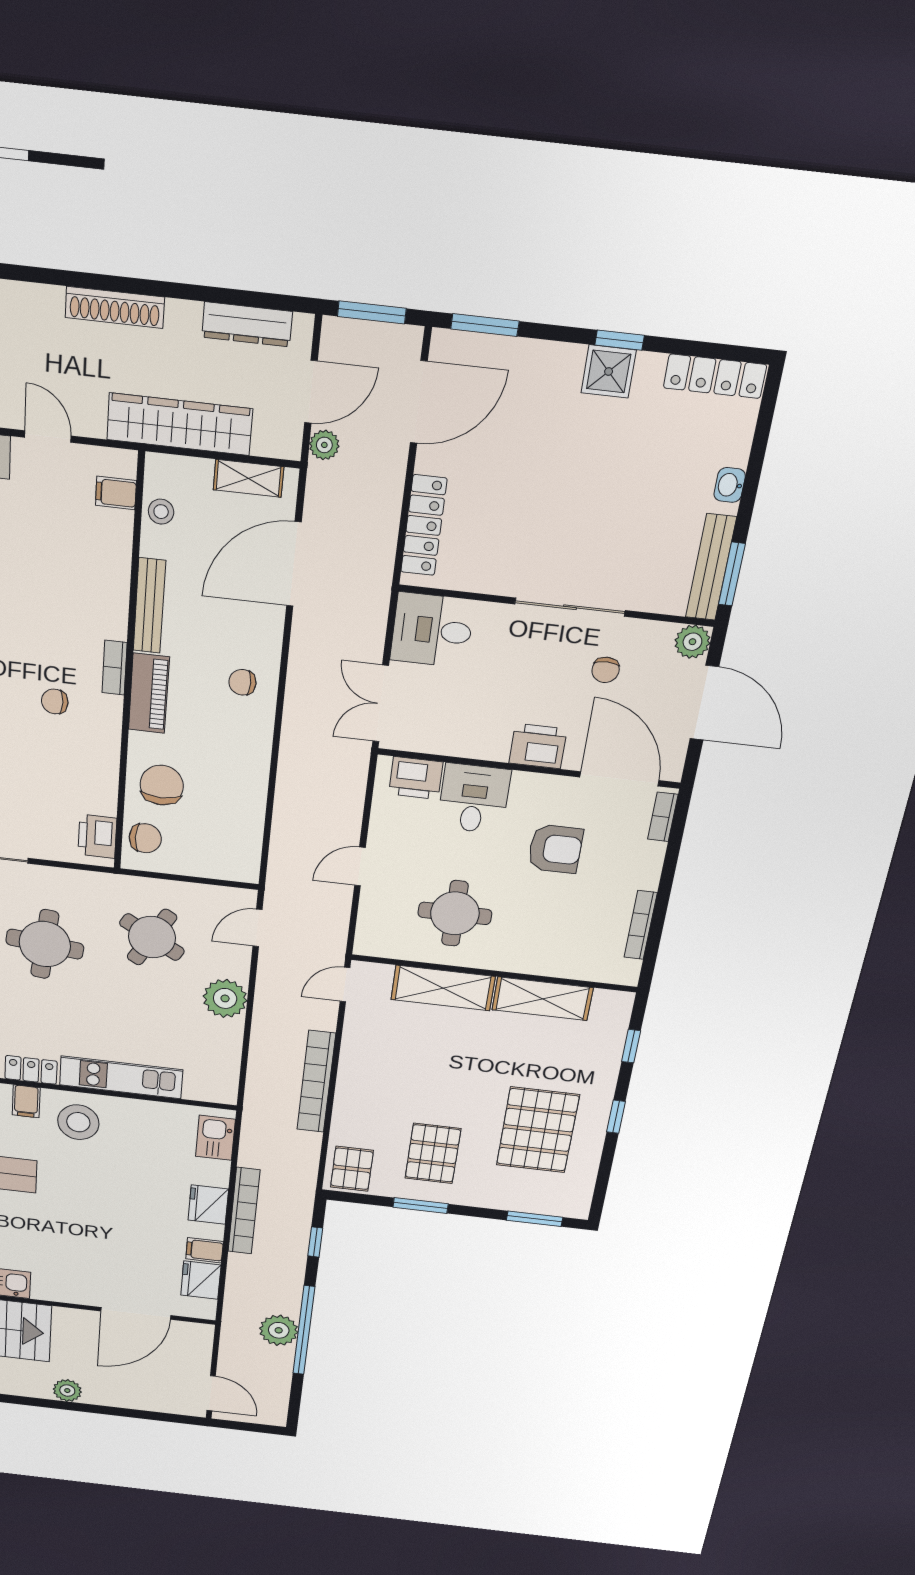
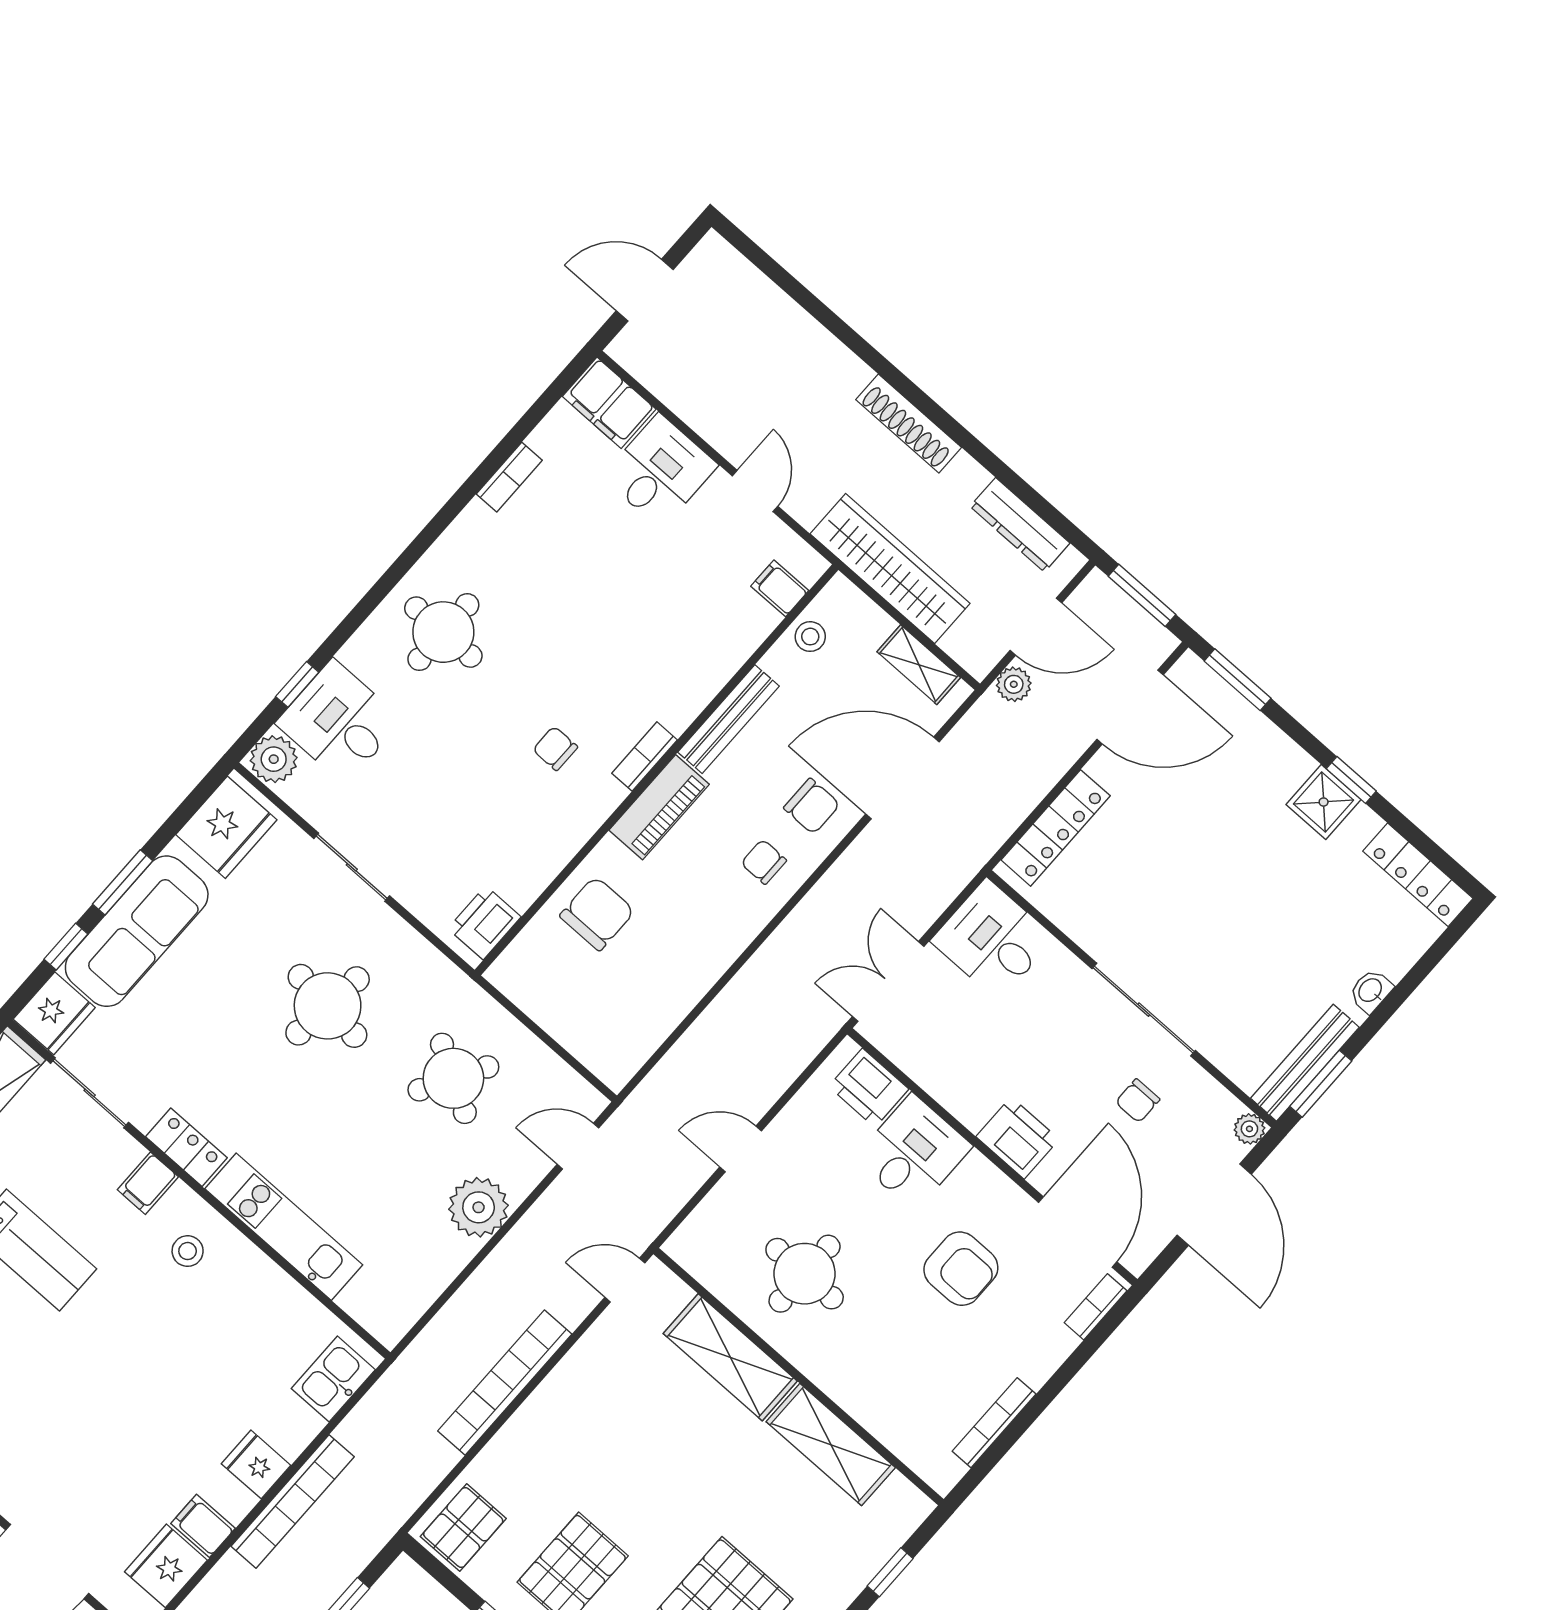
plant: (692, 642) -> (1249, 1129), width x0.73, depth x0.73
chair: (145, 838) -> (812, 806), moved
stool: (78, 1122) -> (188, 1251), width x0.53, depth x0.53
fridge: (208, 1205) -> (256, 1464), width x0.72

